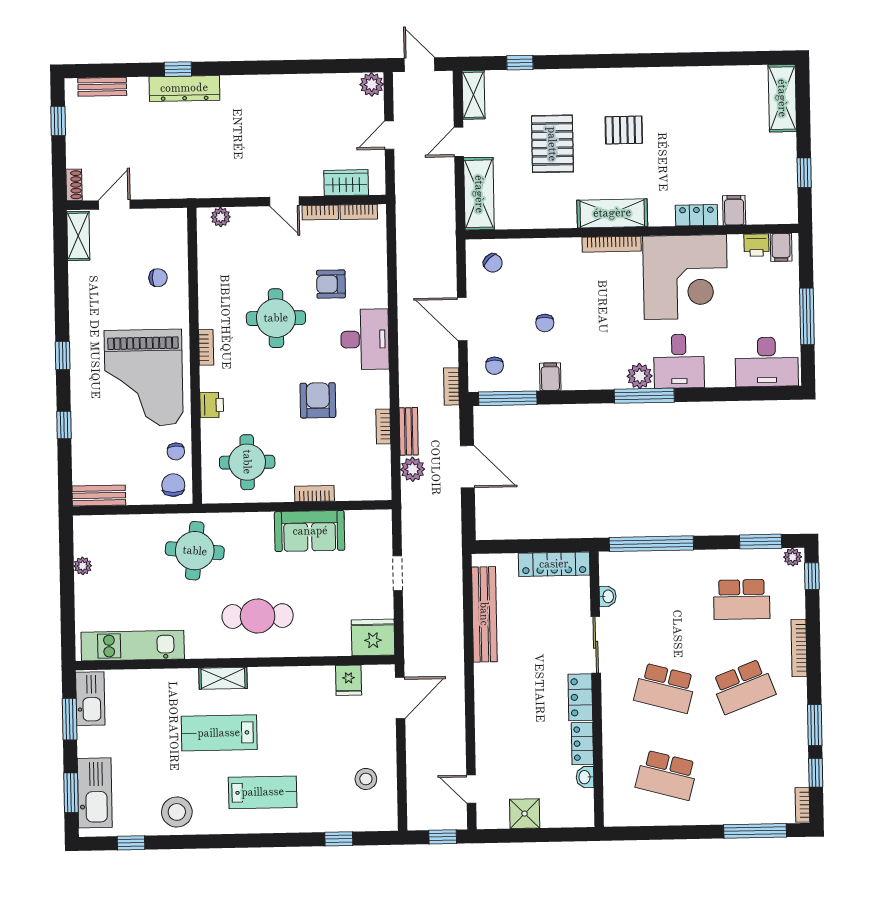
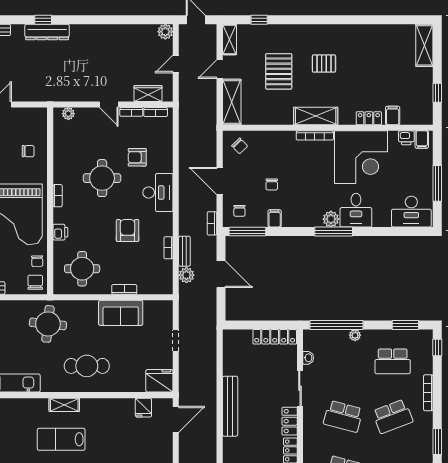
plant: (793, 557) -> (355, 335), moved
bench: (484, 614) -> (230, 406), moved

